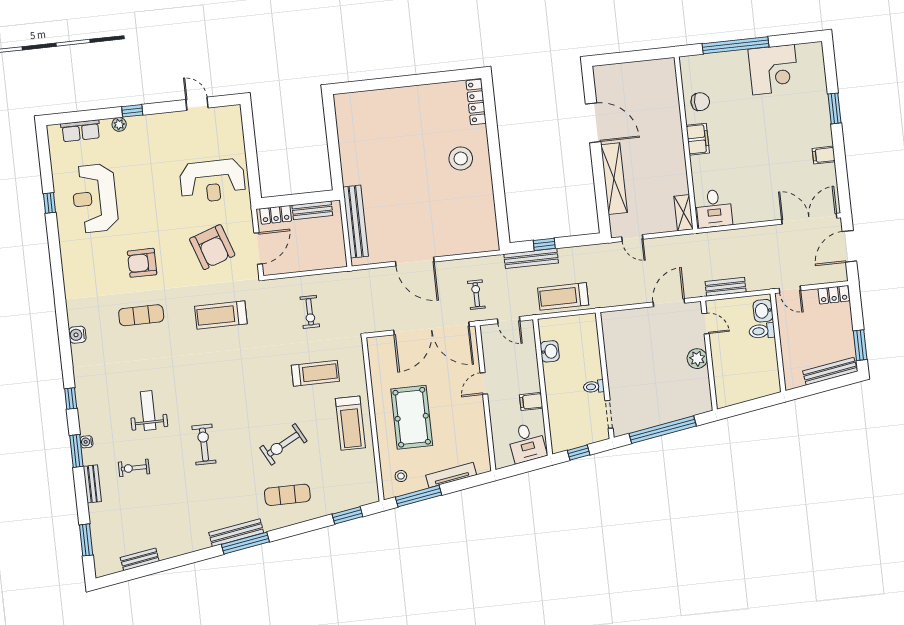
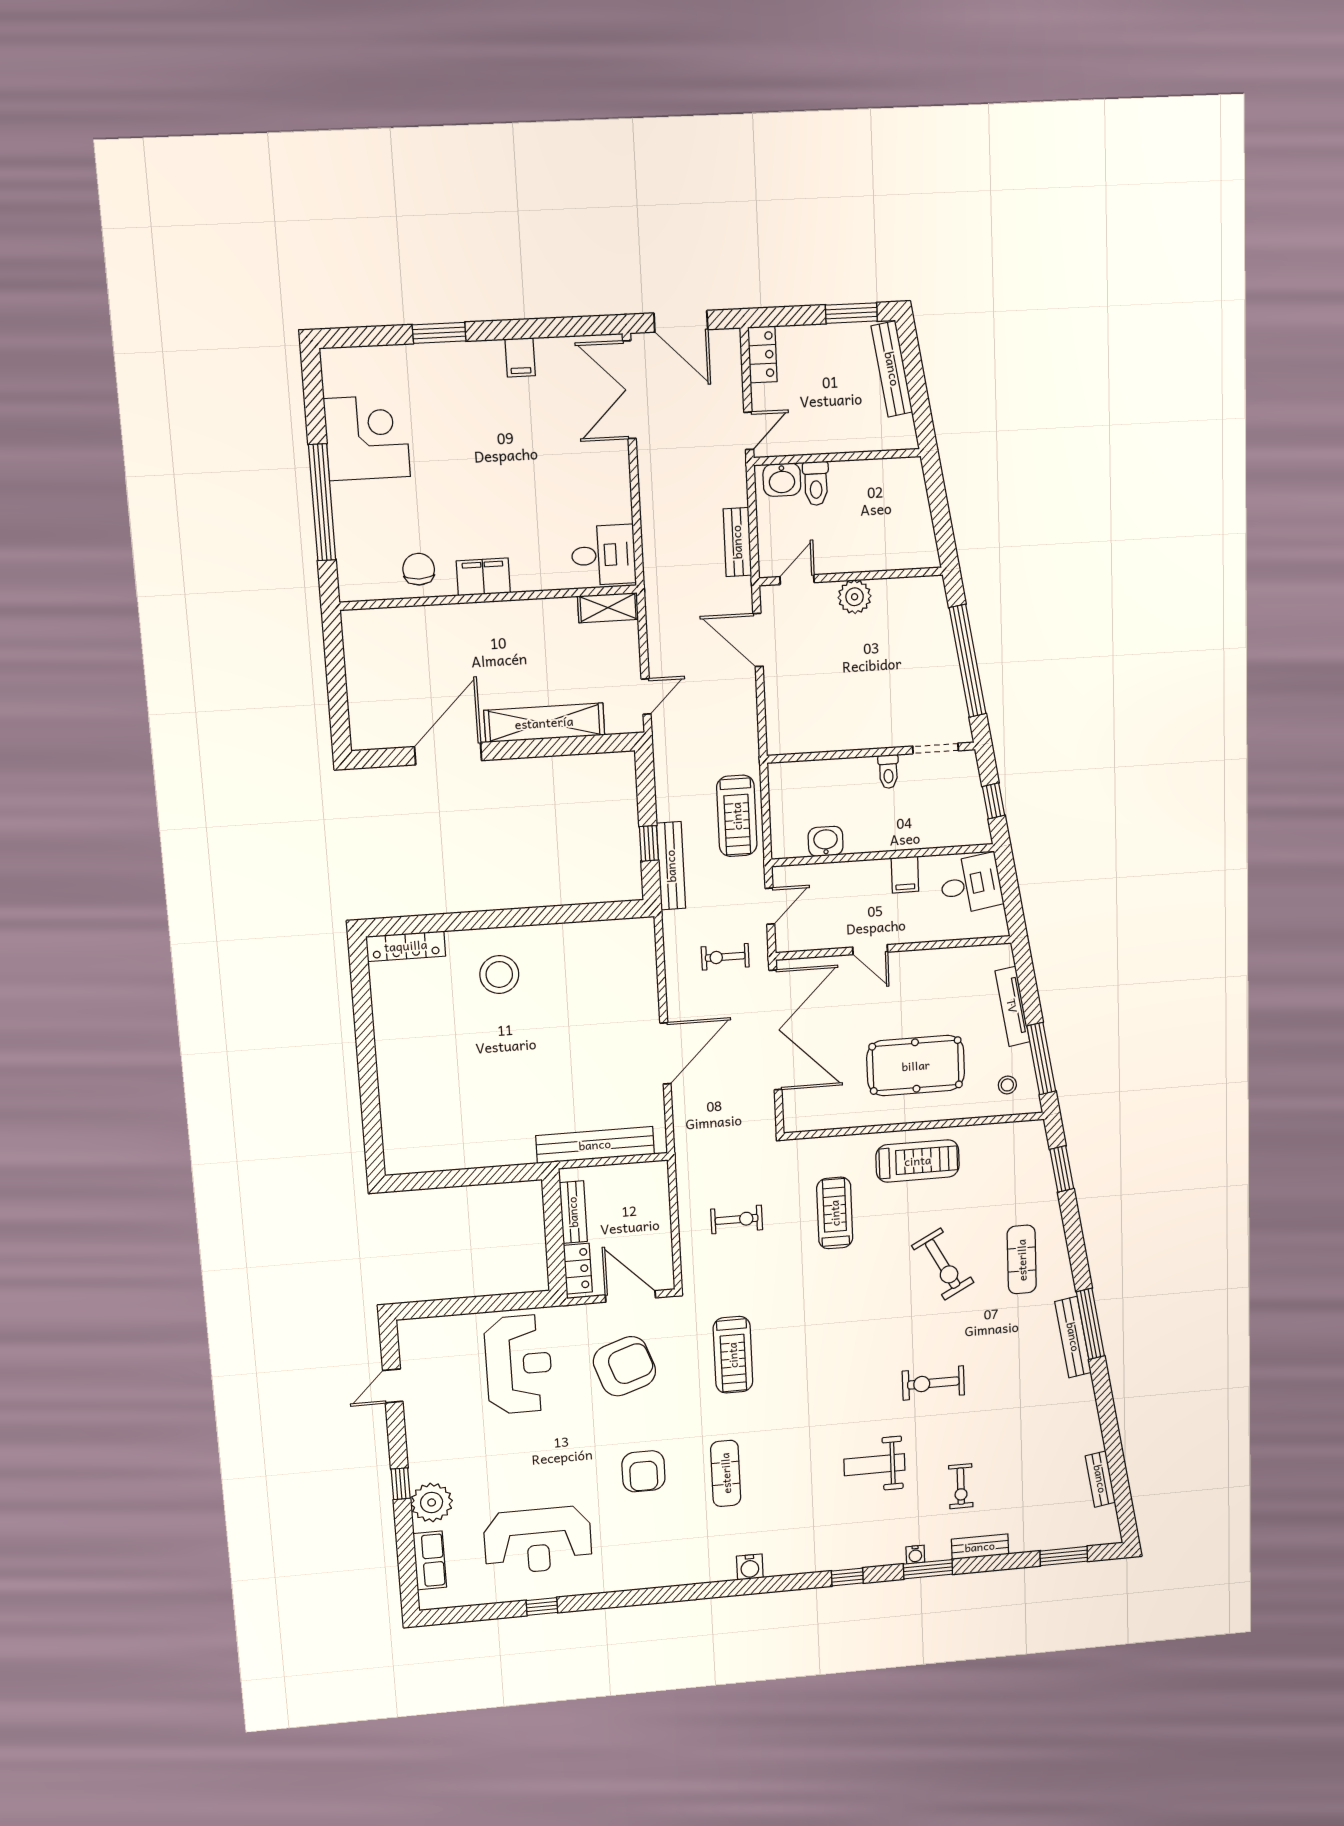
plant: (119, 124) -> (432, 1502), width x1.88, depth x1.88

